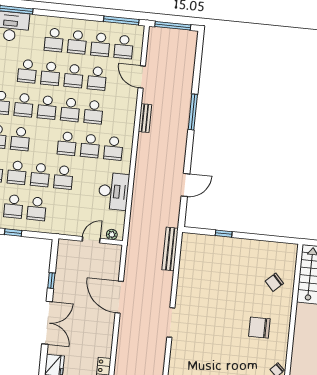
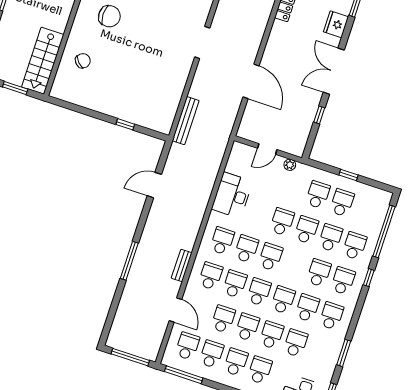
school desk: (117, 114) -> (211, 276), added
plant: (112, 235) -> (290, 165), moved

